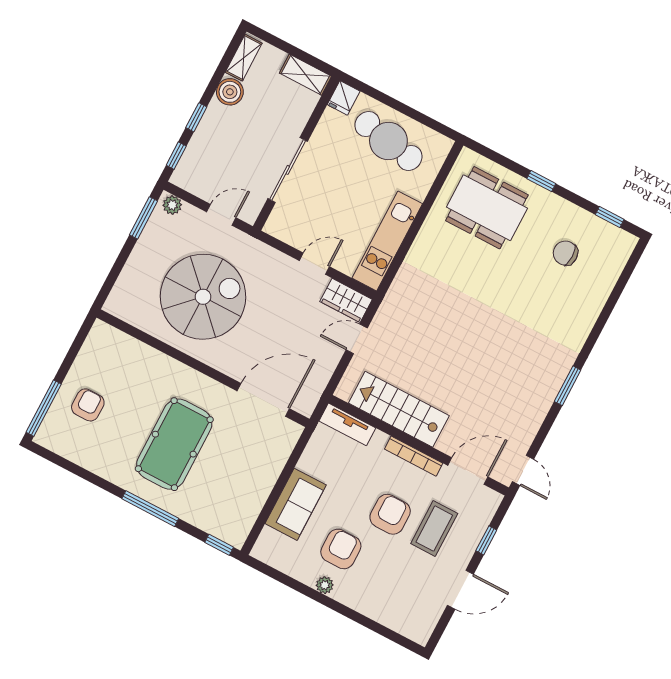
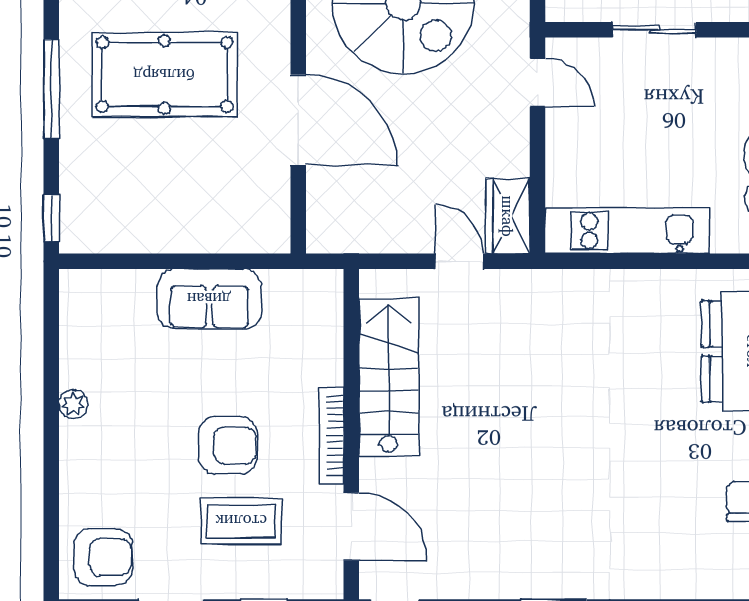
sliding door: (288, 170) -> (654, 30), width x0.73
door: (314, 264) -> (537, 83), moved
door: (263, 400) -> (298, 120), moved
tv unit: (347, 424) -> (327, 313), removed
sofa: (296, 504) -> (209, 299), moved
armchair: (341, 549) -> (103, 557), moved

